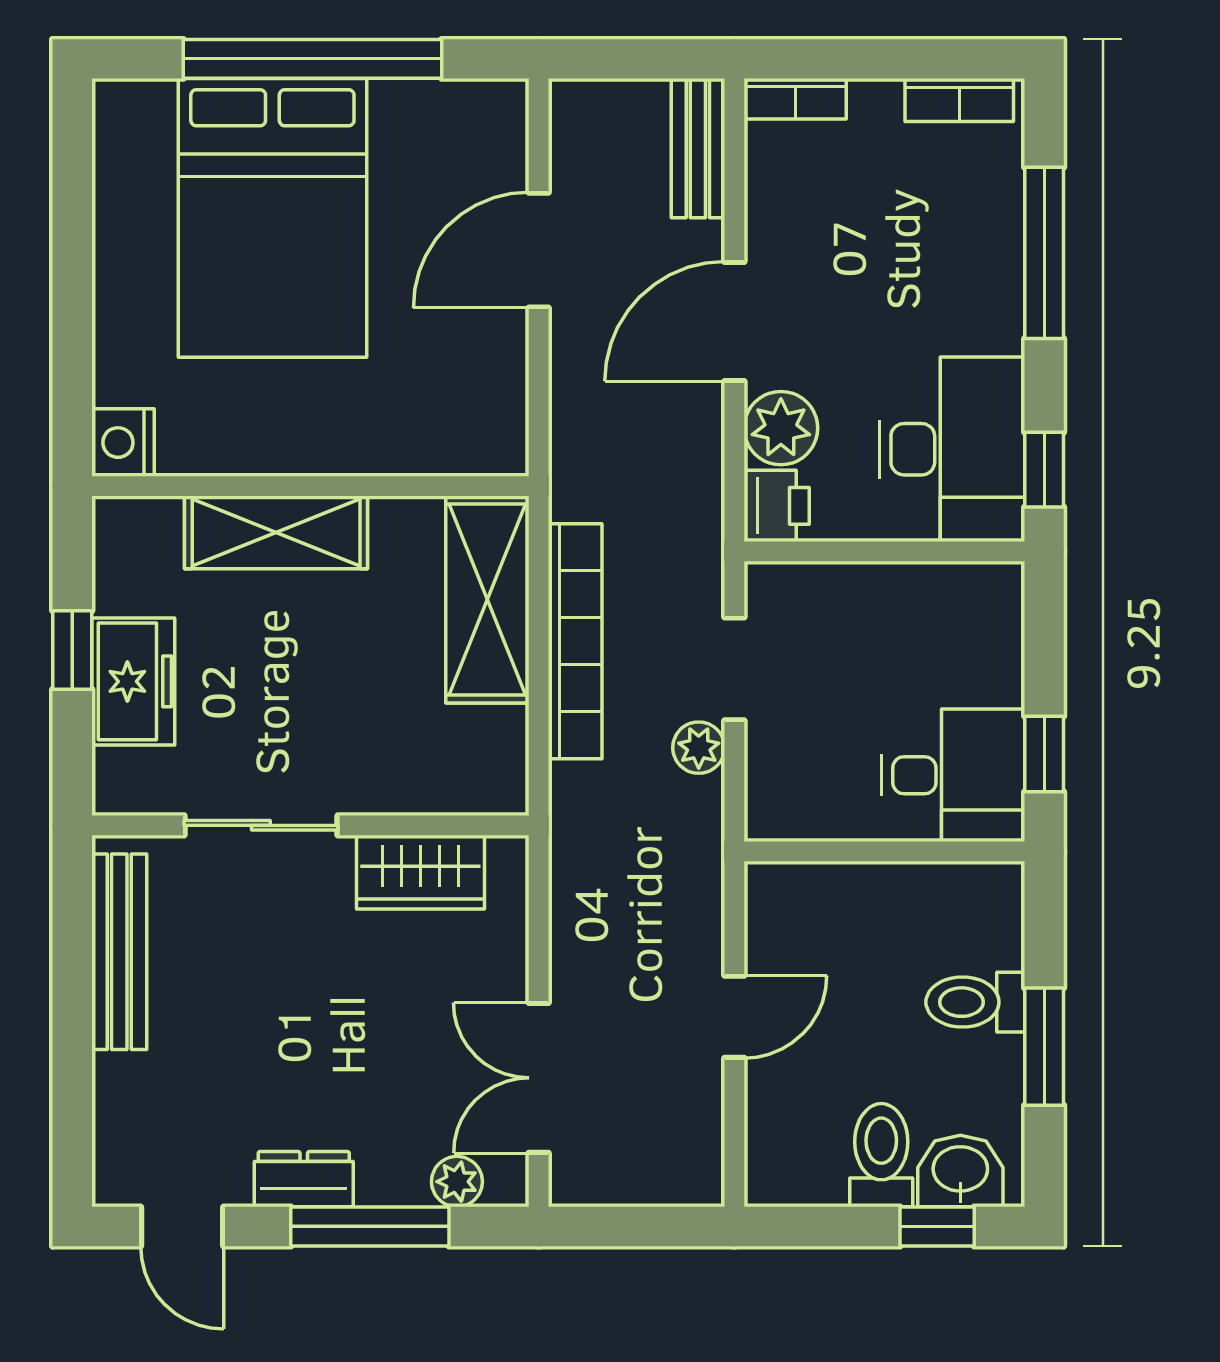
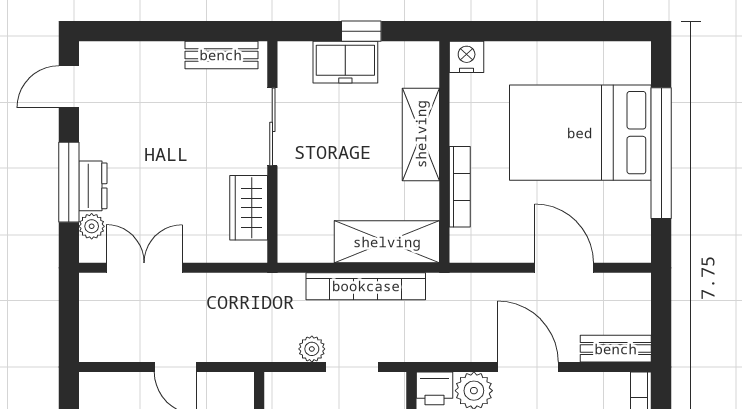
bookcase: (379, 456) -> (460, 187), added
bench: (119, 952) -> (221, 55), width x0.73
dresser: (304, 1179) -> (93, 186), moved

